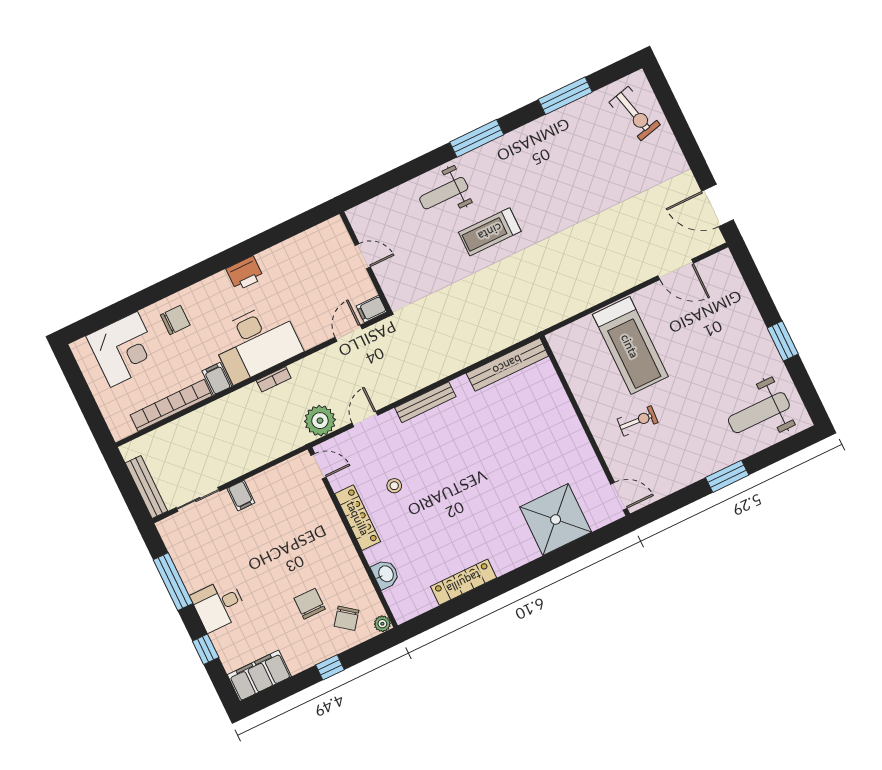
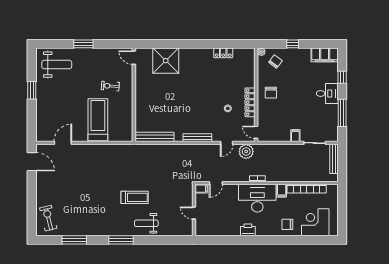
weight bench: (444, 193) -> (146, 223), turned 180
door: (676, 270) -> (63, 143), hinge flipped
washbasin: (385, 574) -> (250, 72), removed
locker: (464, 582) -> (223, 53), width x0.66
chair: (310, 604) -> (271, 93), moved

